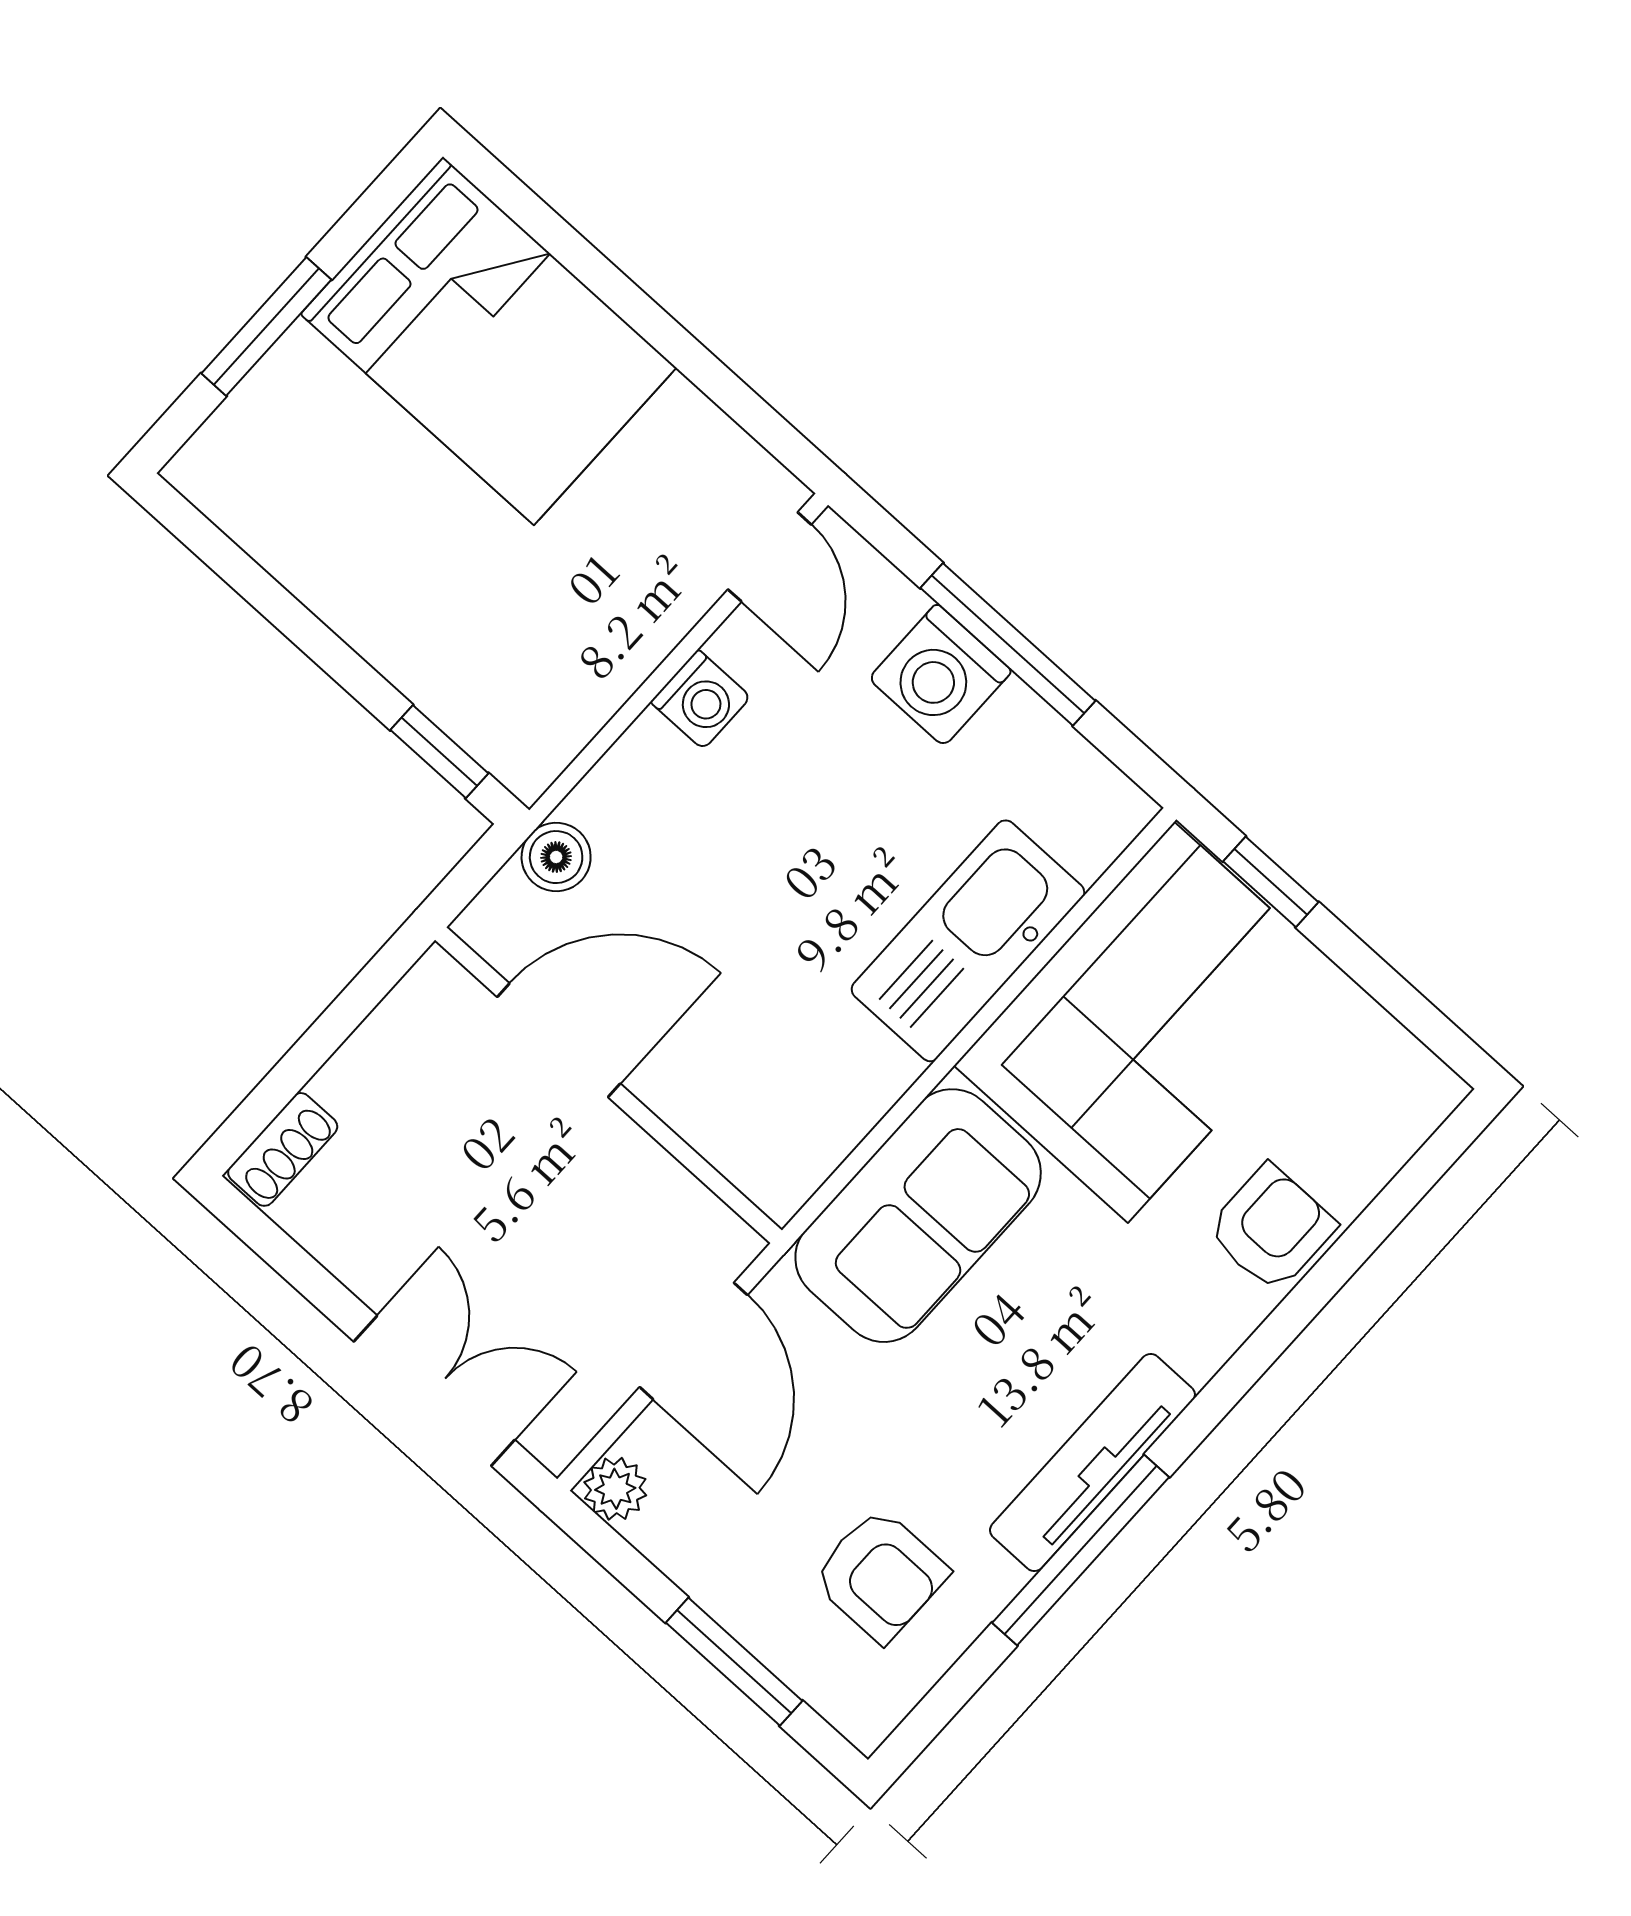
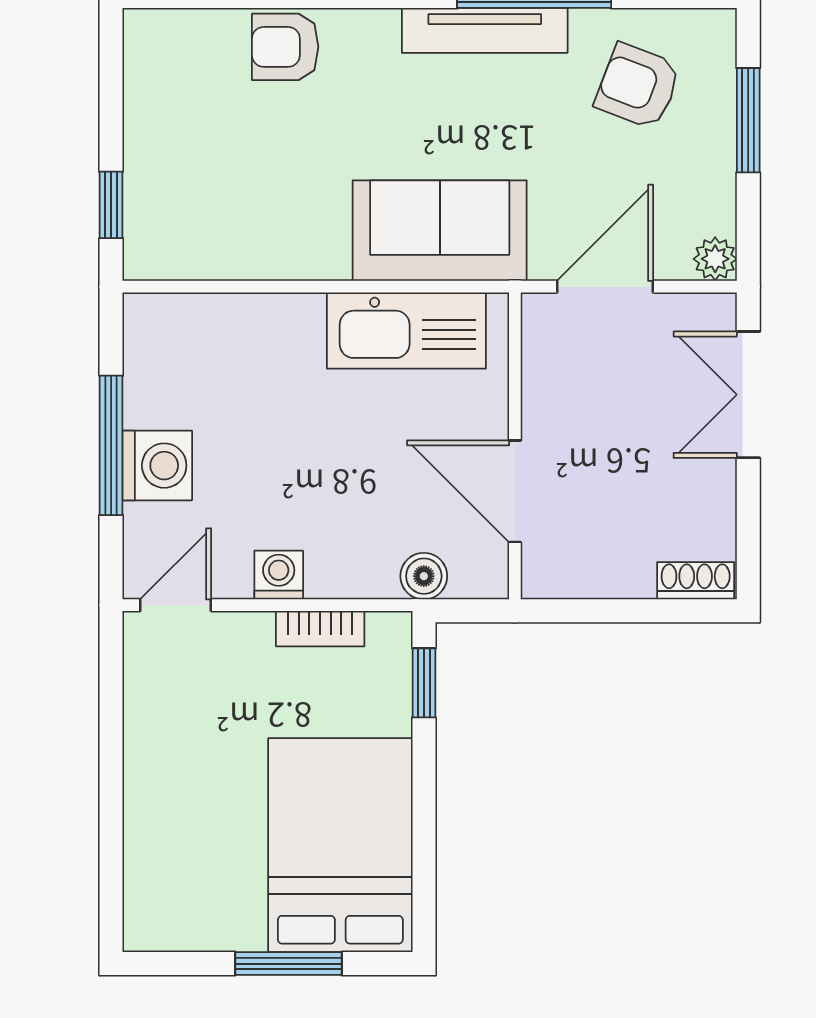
bed: (488, 341) -> (340, 845), moved
bookcase: (601, 692) -> (320, 629), added
kitchen sink: (968, 941) -> (406, 331), moved
corner sofa: (1151, 1022) -> (236, 201), removed
armchair: (880, 1575) -> (638, 86), turned -69

